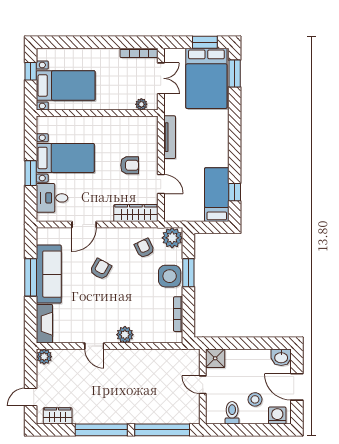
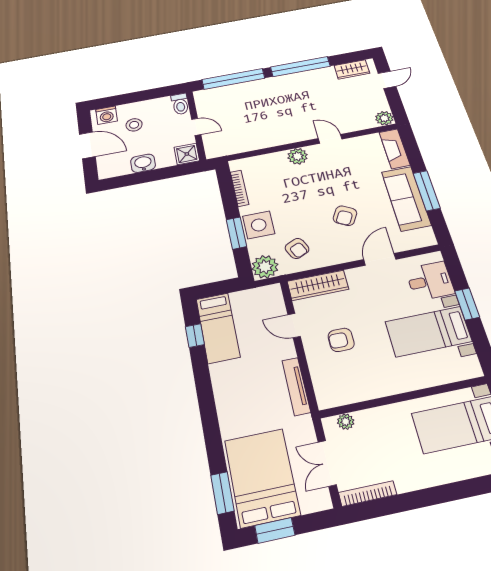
washbasin: (281, 357) -> (143, 163), moved
toilet: (232, 413) -> (180, 104), moved

